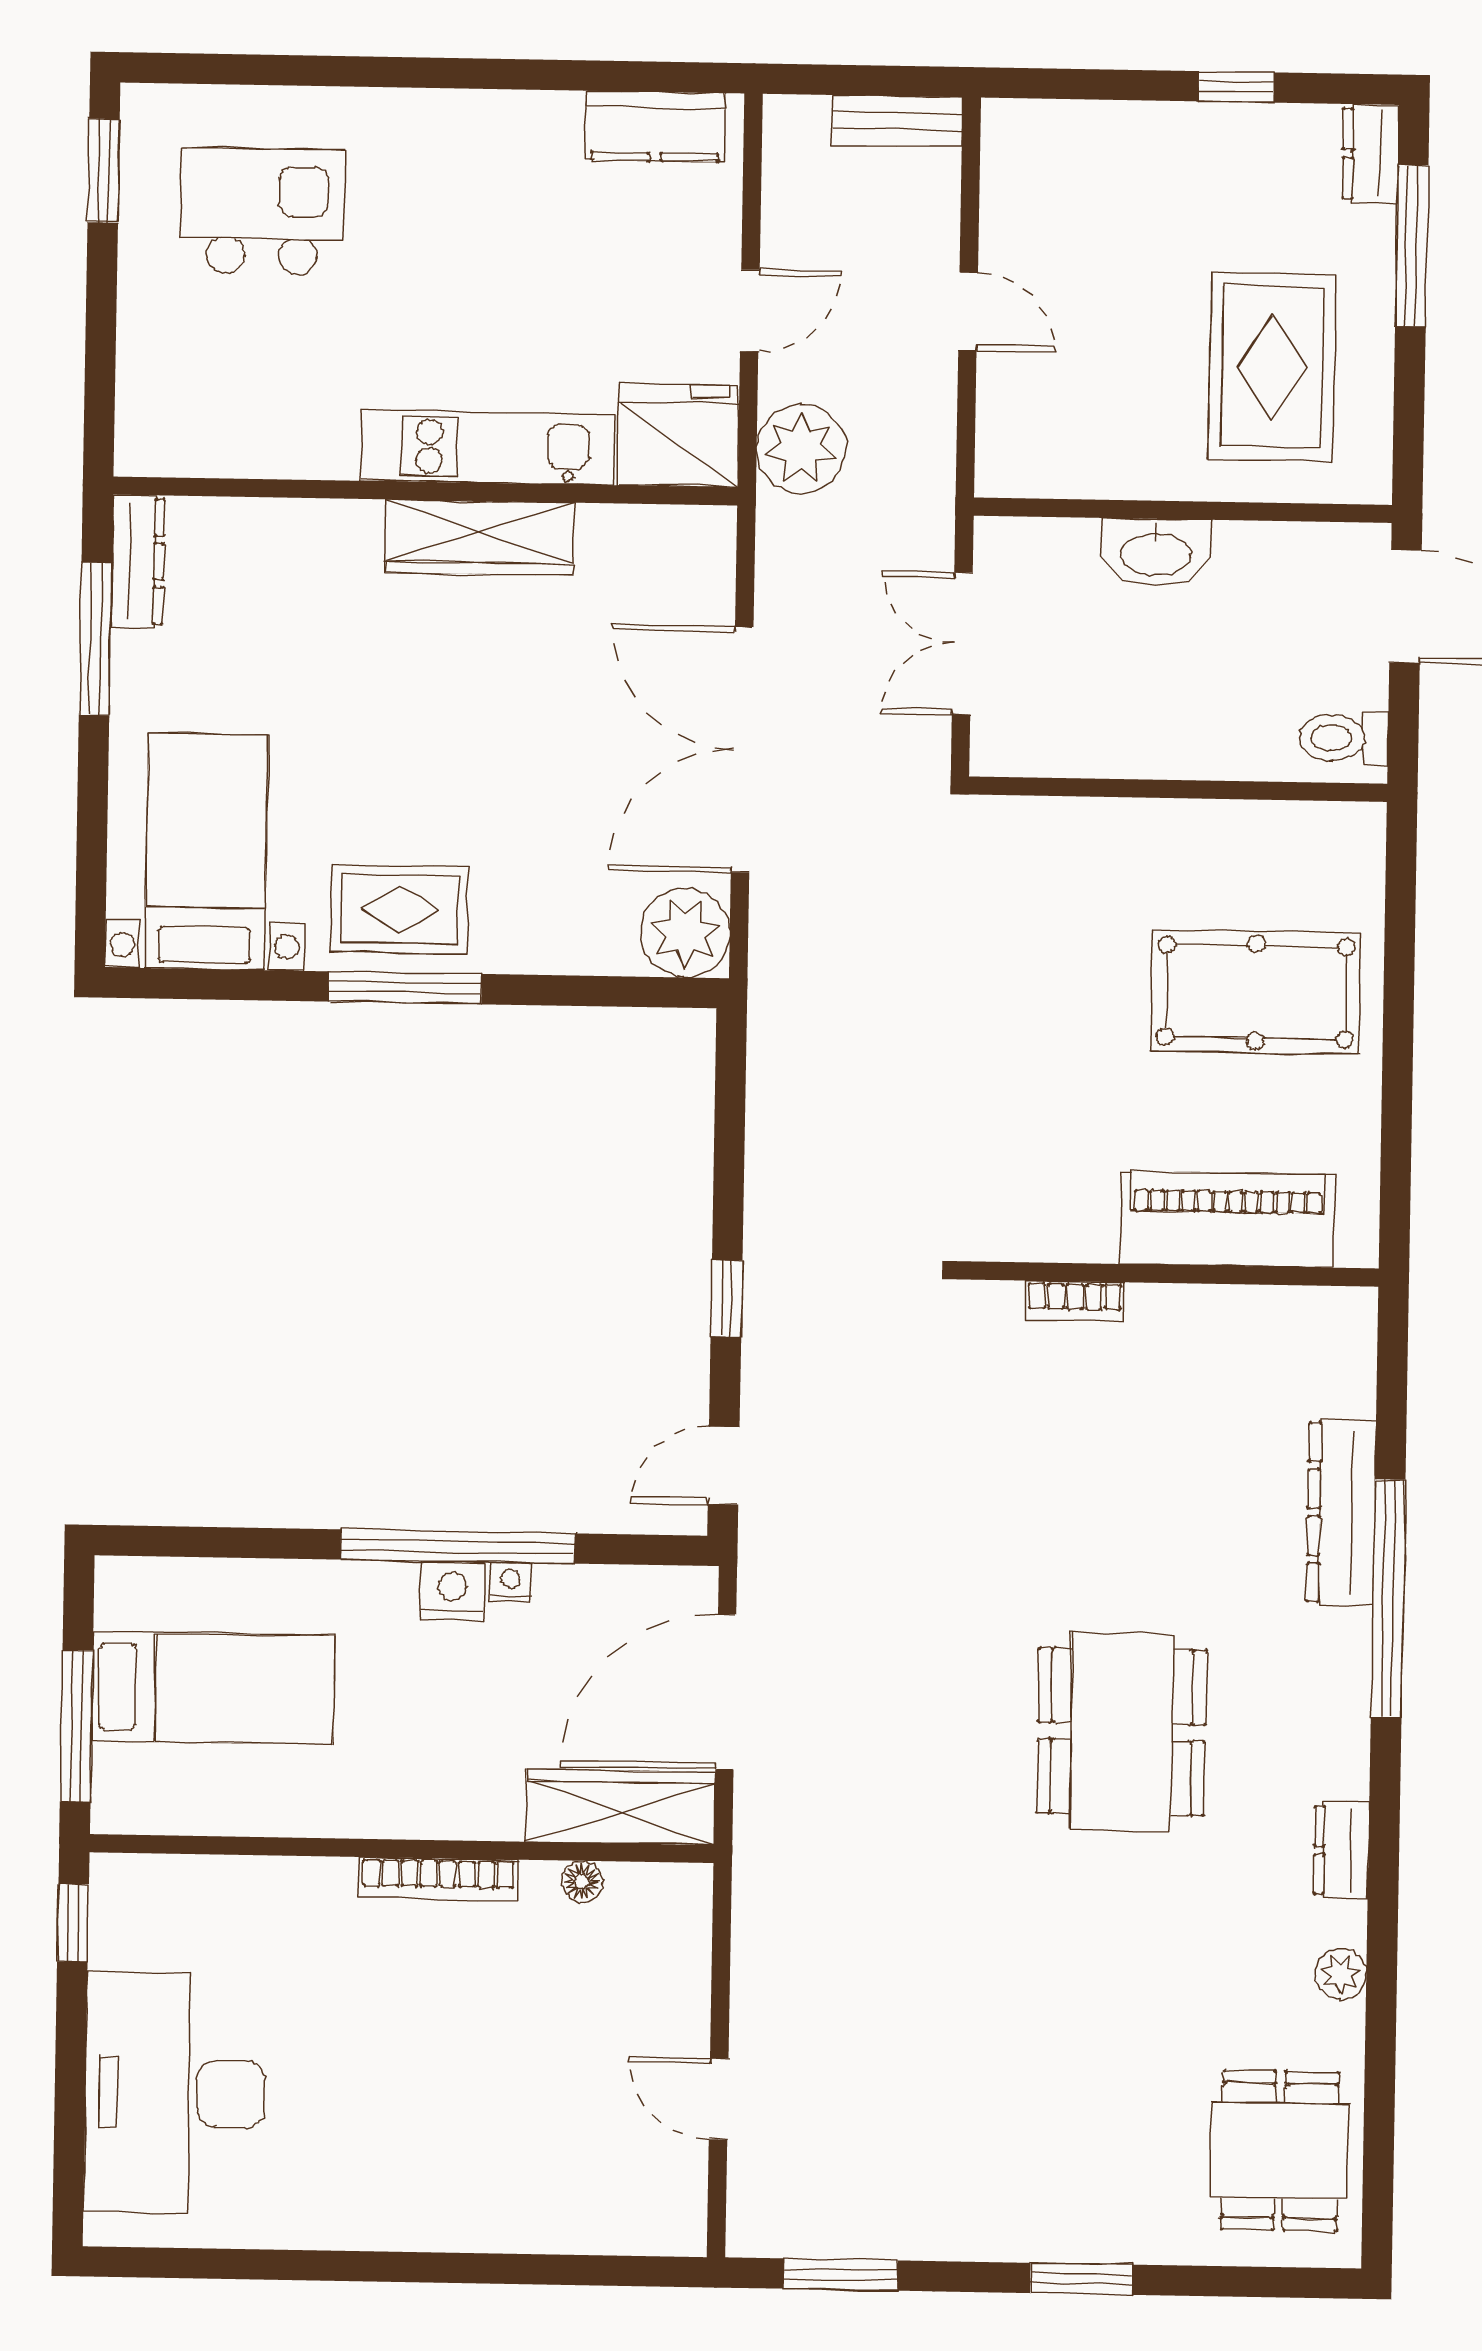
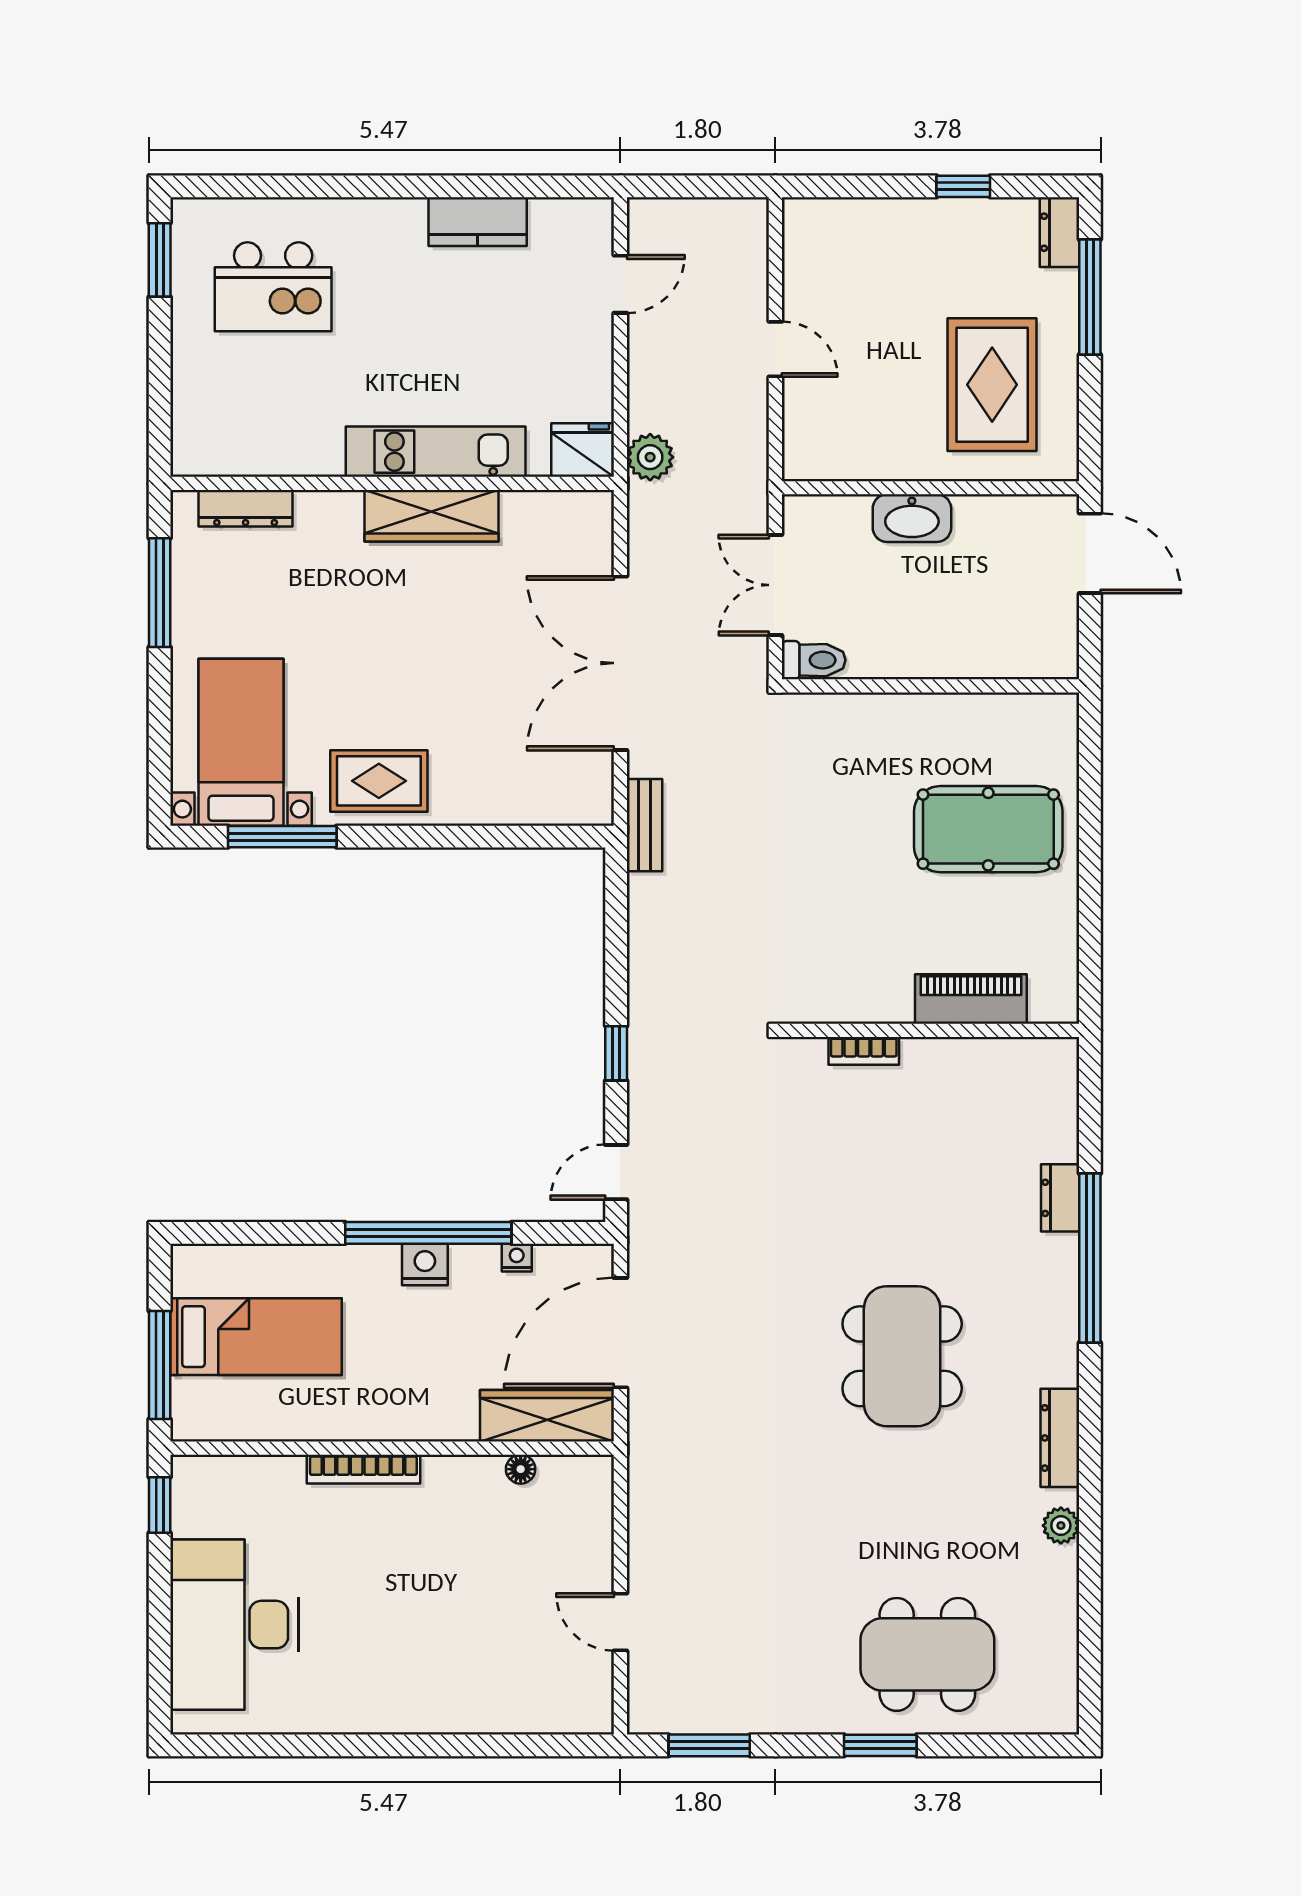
bench: (897, 121) -> (645, 825), moved, turned 90
kitchen counter: (655, 126) -> (478, 222), moved
kitchen island: (263, 211) -> (273, 287), turned 180
door: (750, 310) -> (620, 284), moved
fridge: (679, 436) -> (583, 450), width x0.73, depth x0.75
plant: (801, 449) -> (650, 457), width x0.73, depth x0.73
dresser: (138, 561) -> (246, 508), moved, turned 90
toilet: (1343, 738) -> (814, 660), moved, turned 180
plant: (685, 933) -> (582, 794), removed
window: (405, 988) -> (282, 837), moved
piano: (1227, 1219) -> (971, 999), width x0.73, depth x0.75
dresser: (1341, 1513) -> (1060, 1198), width x0.51, depth x0.80
nightstand: (510, 1582) -> (517, 1258), moved
dresser: (1342, 1851) -> (1060, 1438), width x1.44
bookcase: (438, 1879) -> (363, 1469), moved
dining table: (1280, 2151) -> (927, 1654), moved, width x1.38

